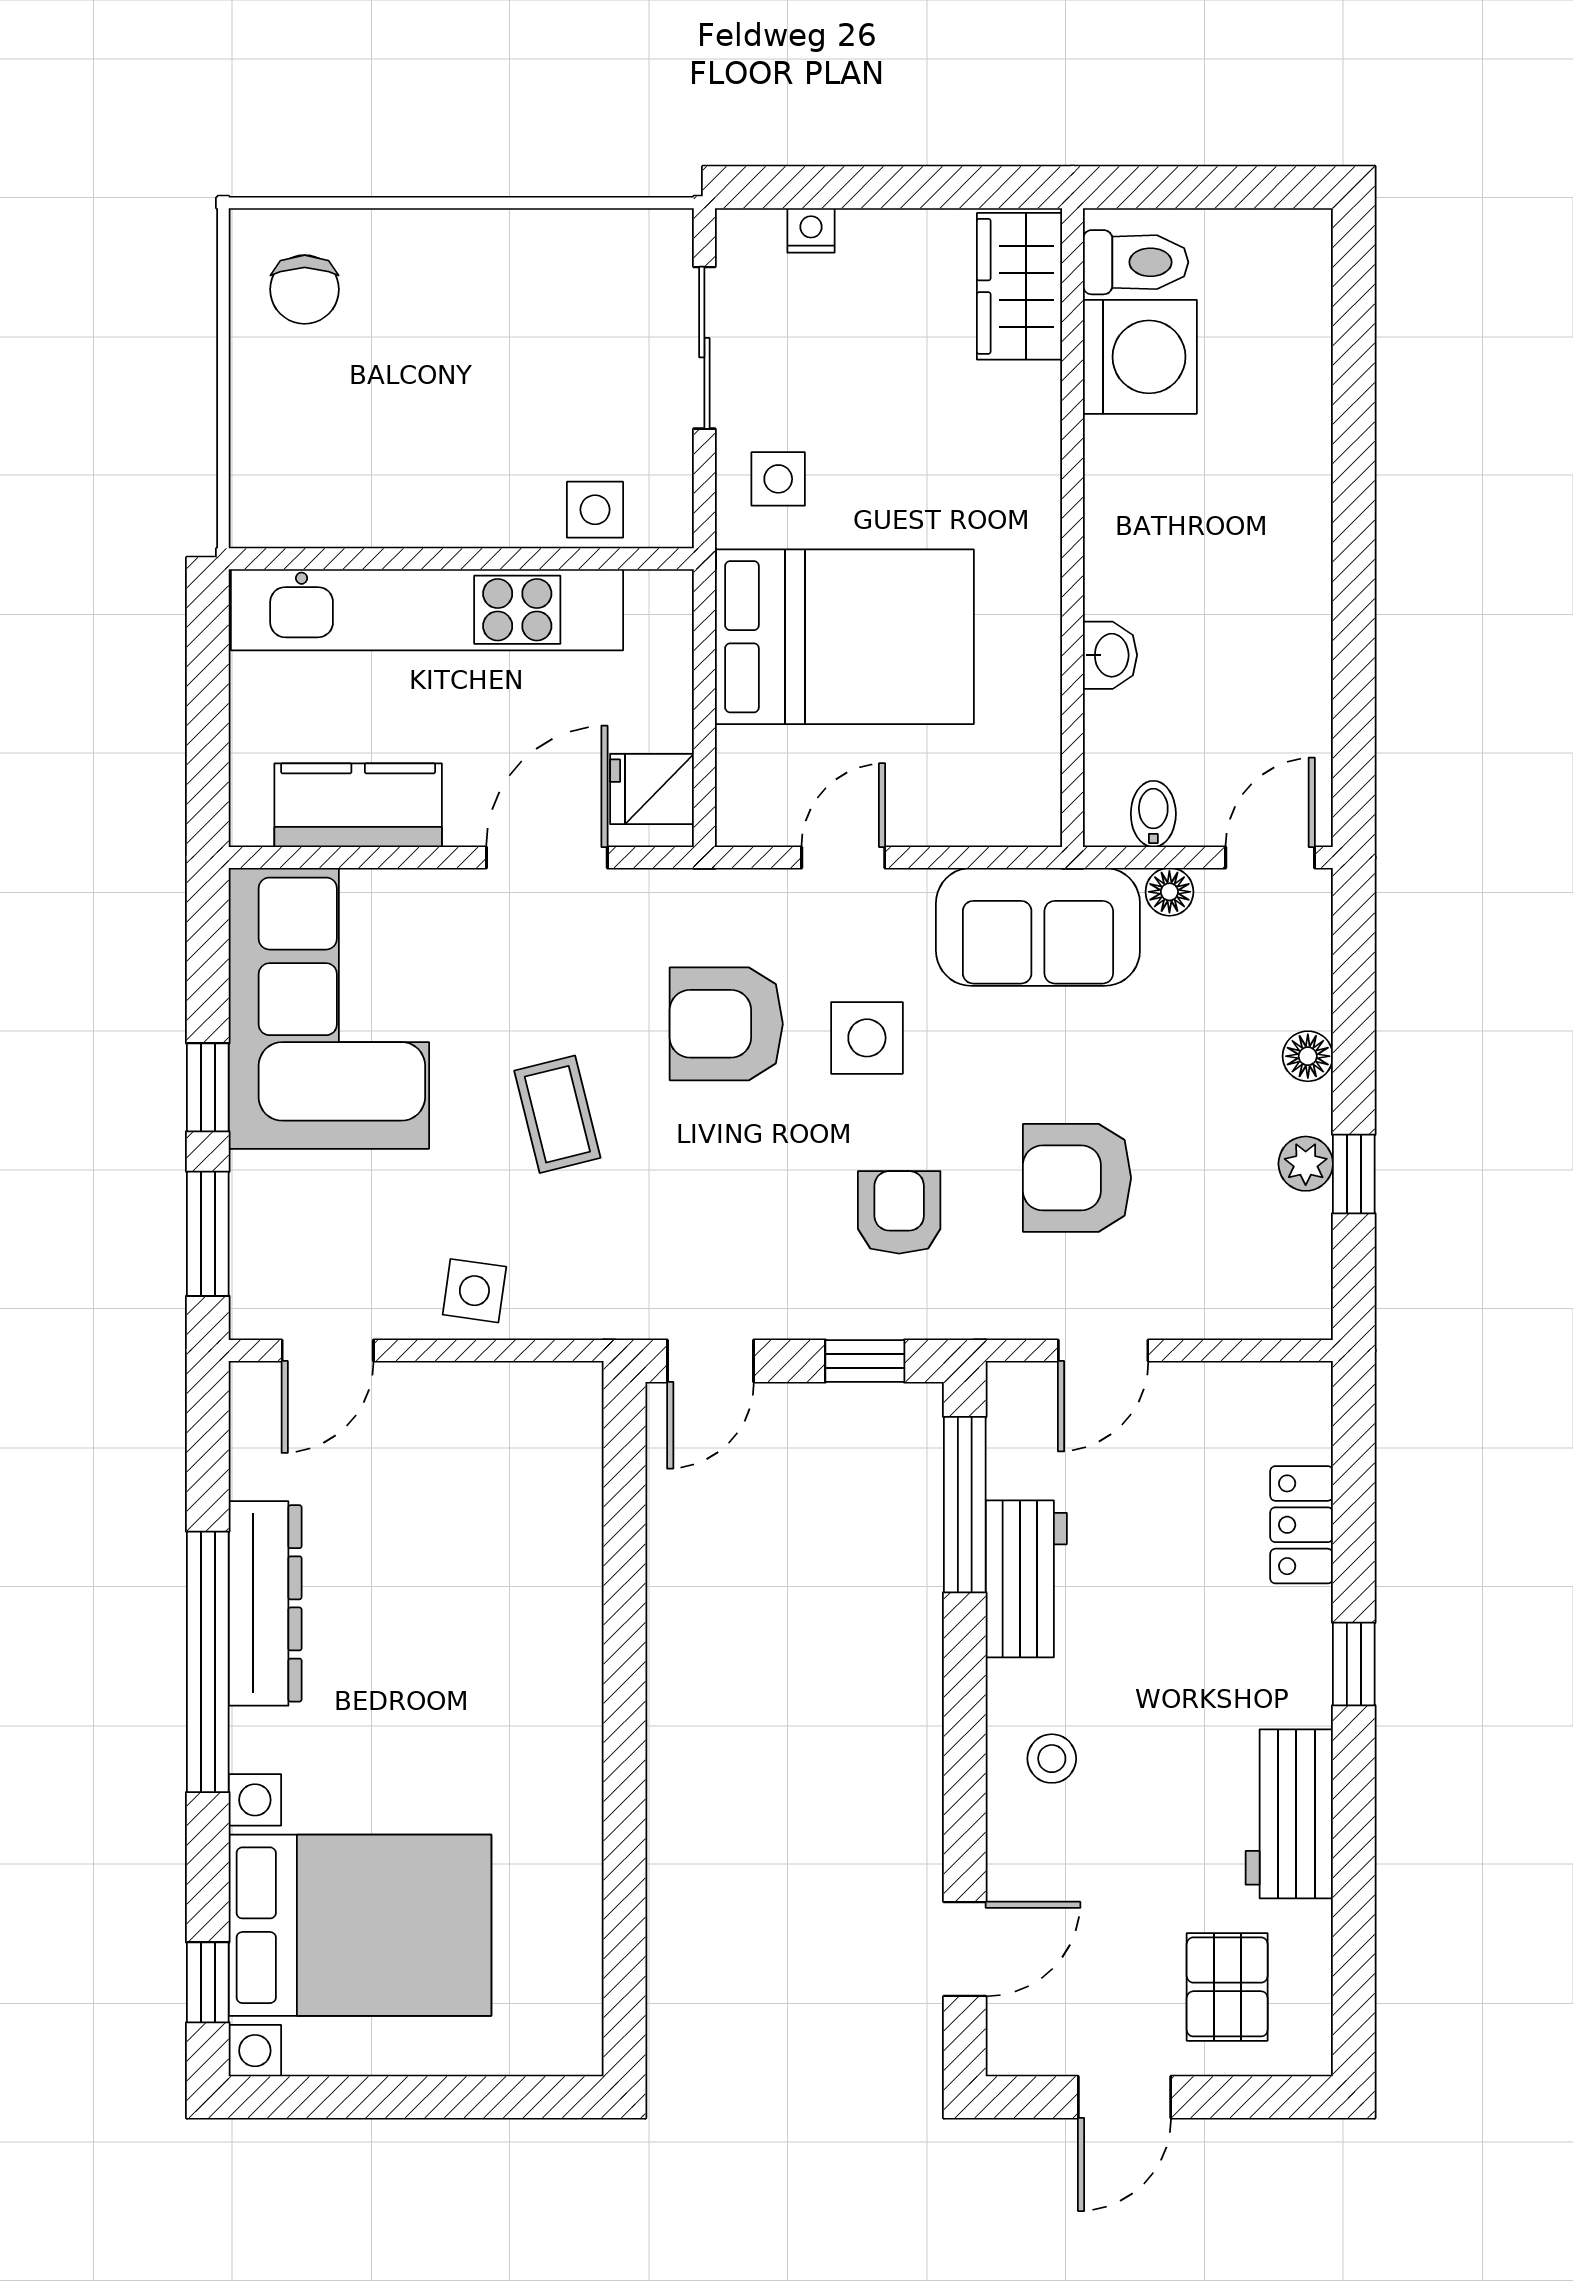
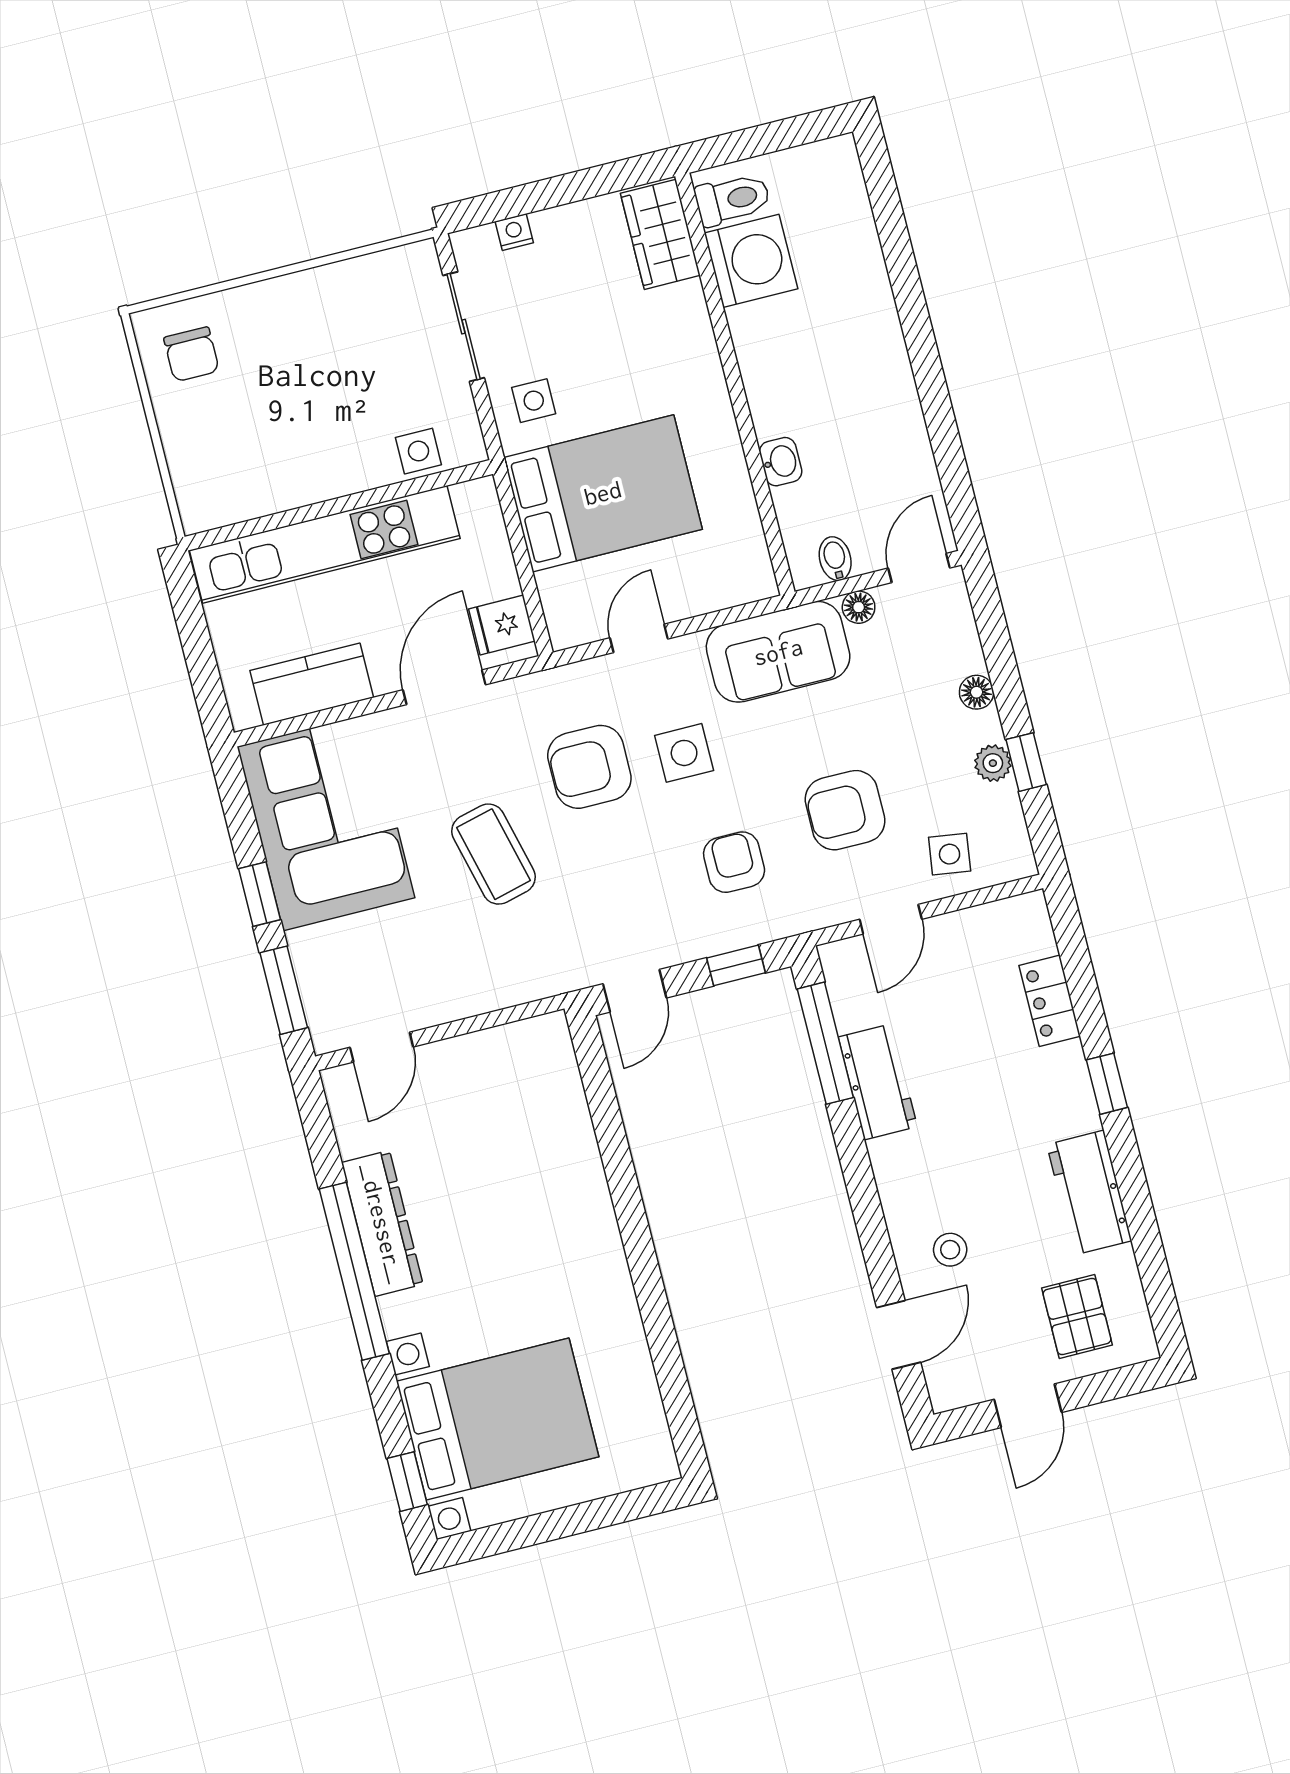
coffee table: (557, 1114) -> (493, 854), width x1.36, depth x1.30
side table: (474, 1291) -> (950, 854), moved
stool: (1052, 1759) -> (950, 1250), moved

